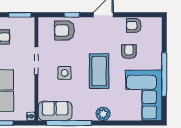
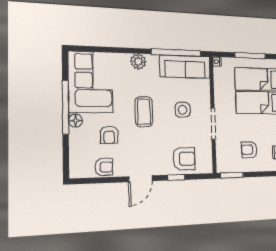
floor lamp: (156, 64) -> (75, 121), added
coffee table: (99, 71) -> (144, 112), width x0.73, depth x0.76
sofa: (55, 111) -> (185, 67), width x1.36

